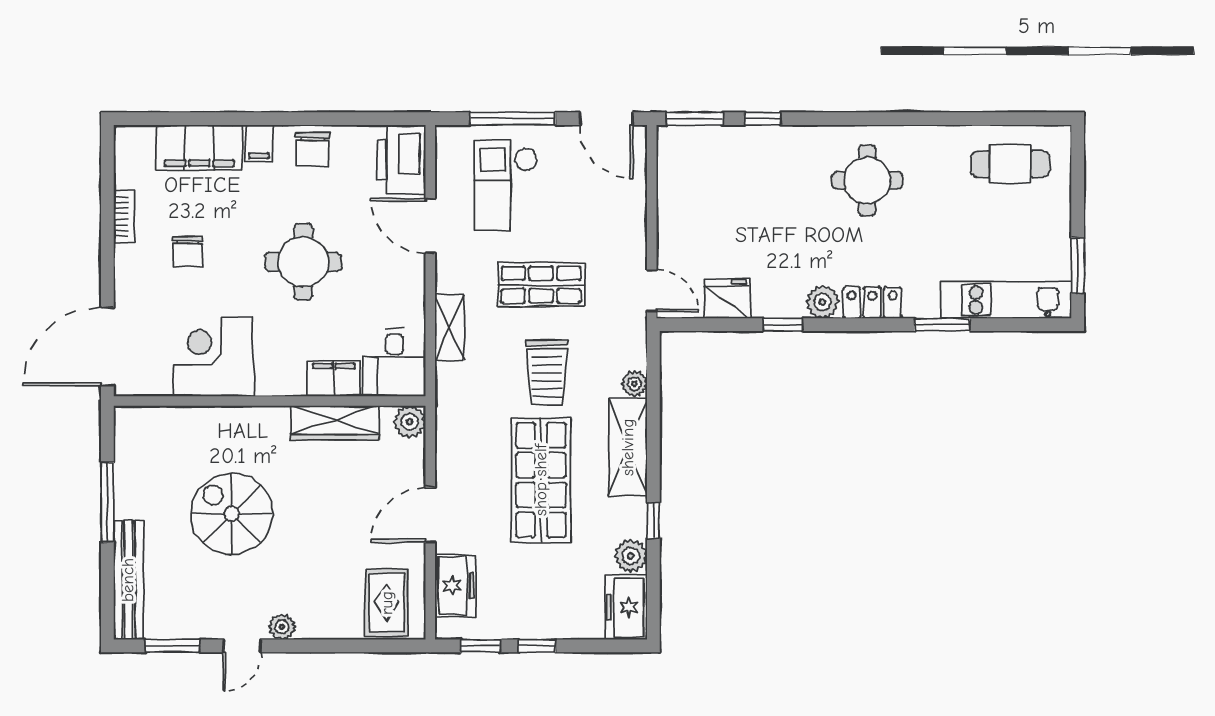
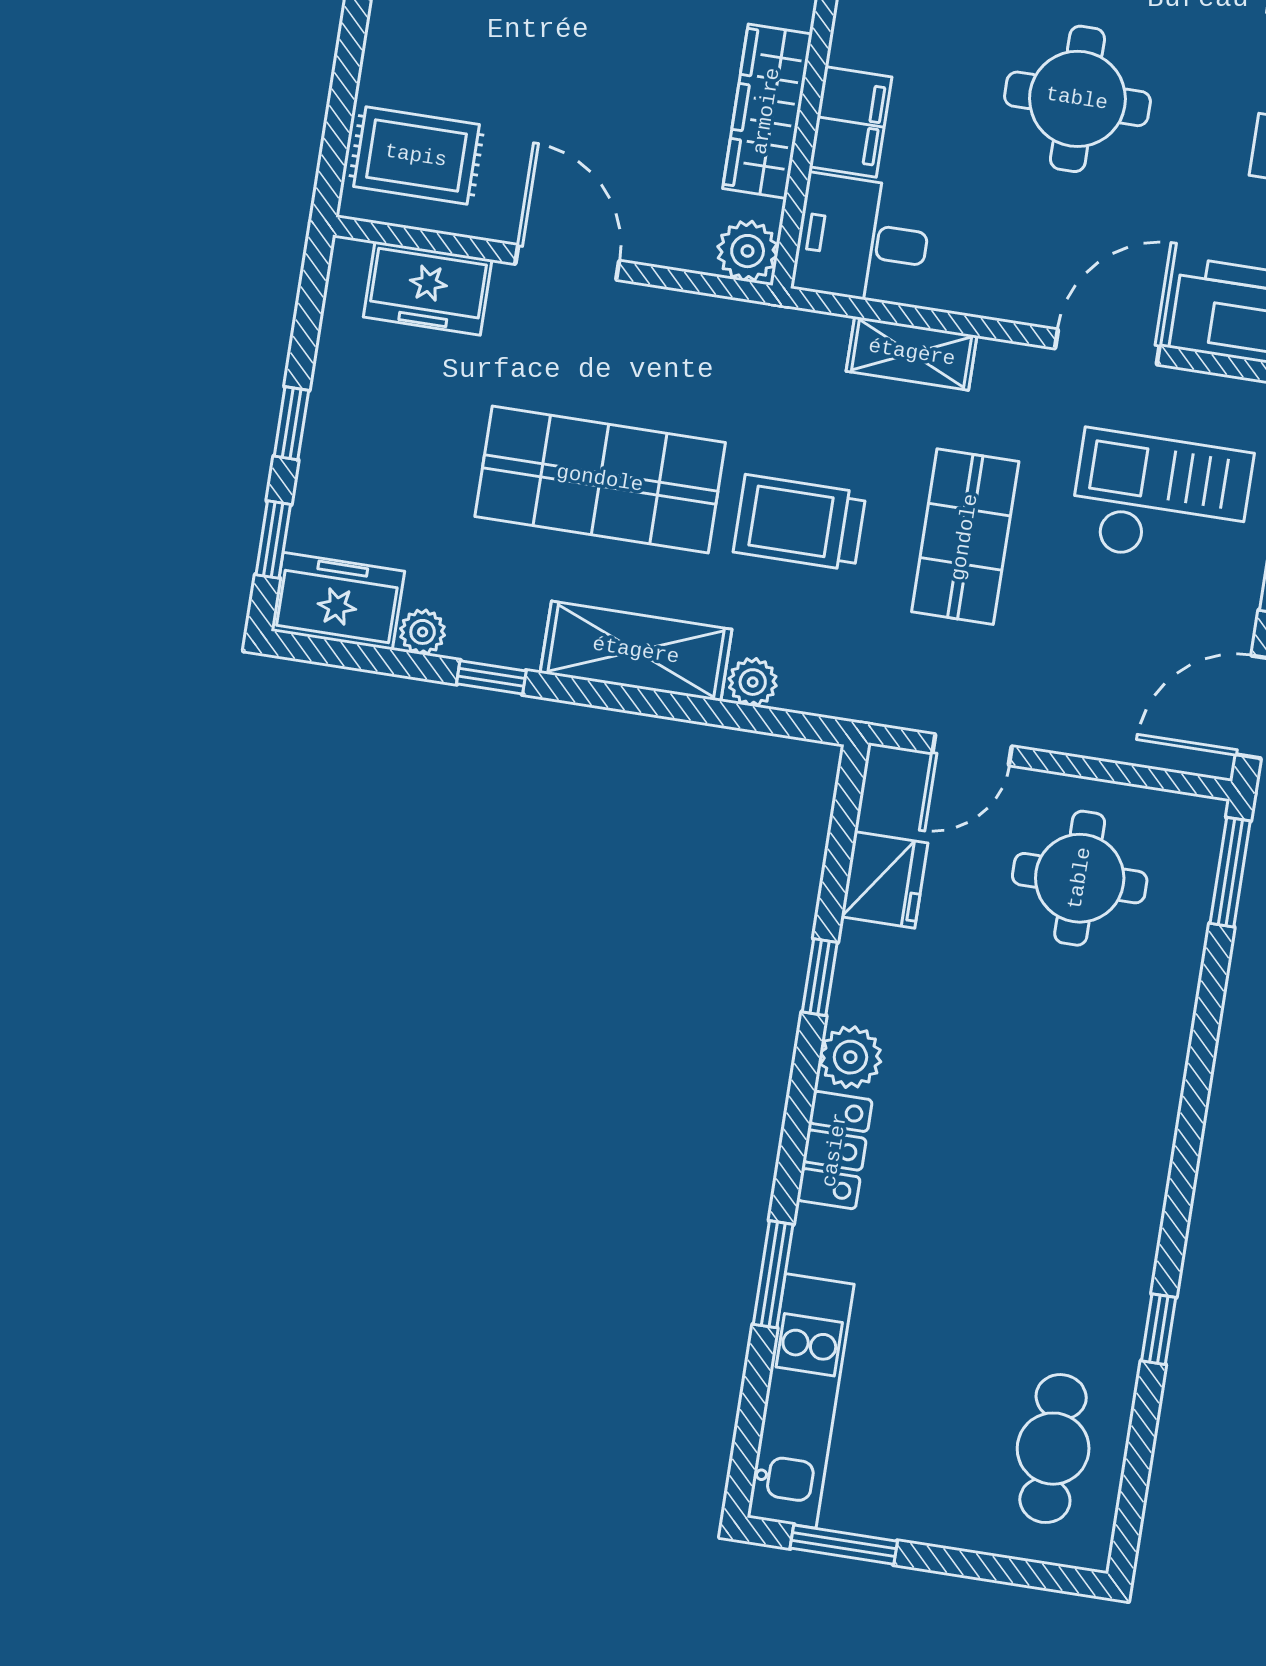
window: (763, 119) -> (1159, 1329), moved
round table: (867, 180) -> (1080, 878), moved
door: (652, 291) -> (972, 750), moved
plant: (631, 556) -> (423, 632), width x0.73, depth x0.73
window: (480, 646) -> (273, 540), moved

